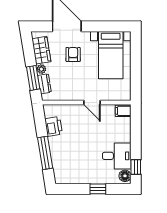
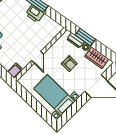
armchair: (73, 54) -> (69, 64), moved
door: (92, 103) -> (38, 57), swing flipped
printer: (54, 126) -> (35, 14), moved

